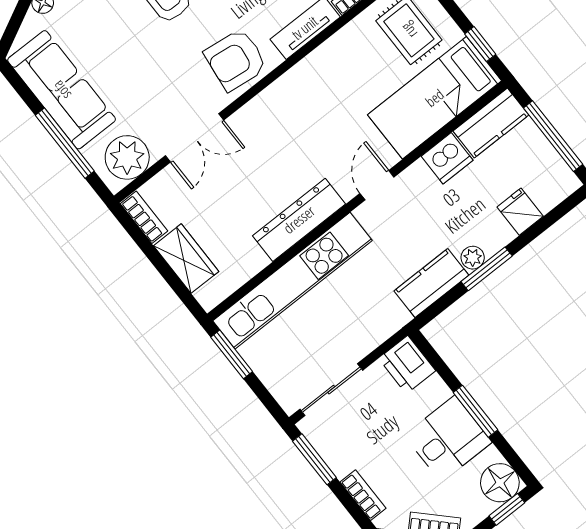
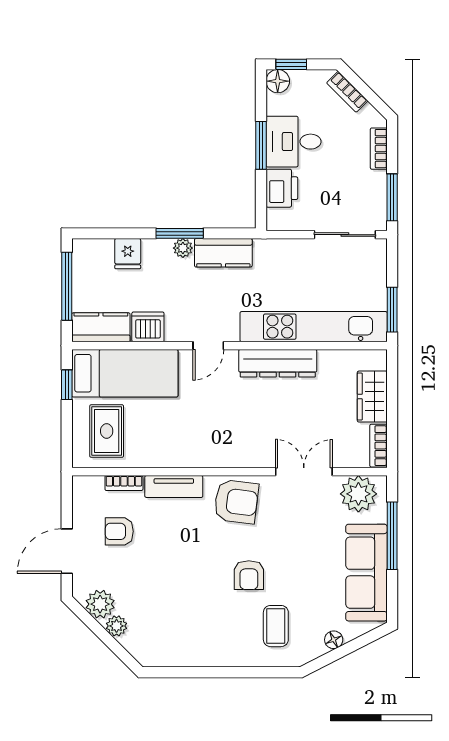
printer: (407, 365) -> (282, 188), moved
floor lamp: (500, 483) -> (278, 81), width x0.73, depth x0.73

